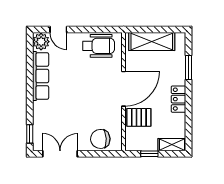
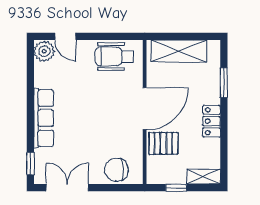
wheelchair: (99, 46) -> (114, 56), turned 180
row of seats: (41, 76) -> (44, 118), moved

